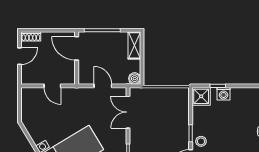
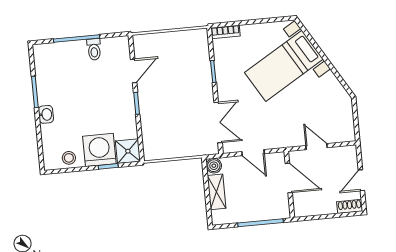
shelving: (134, 45) -> (217, 192), moved
door: (77, 48) -> (289, 178), moved
washing machine: (223, 94) -> (99, 150), width x1.89, depth x1.89
stool: (201, 141) -> (69, 158), moved

